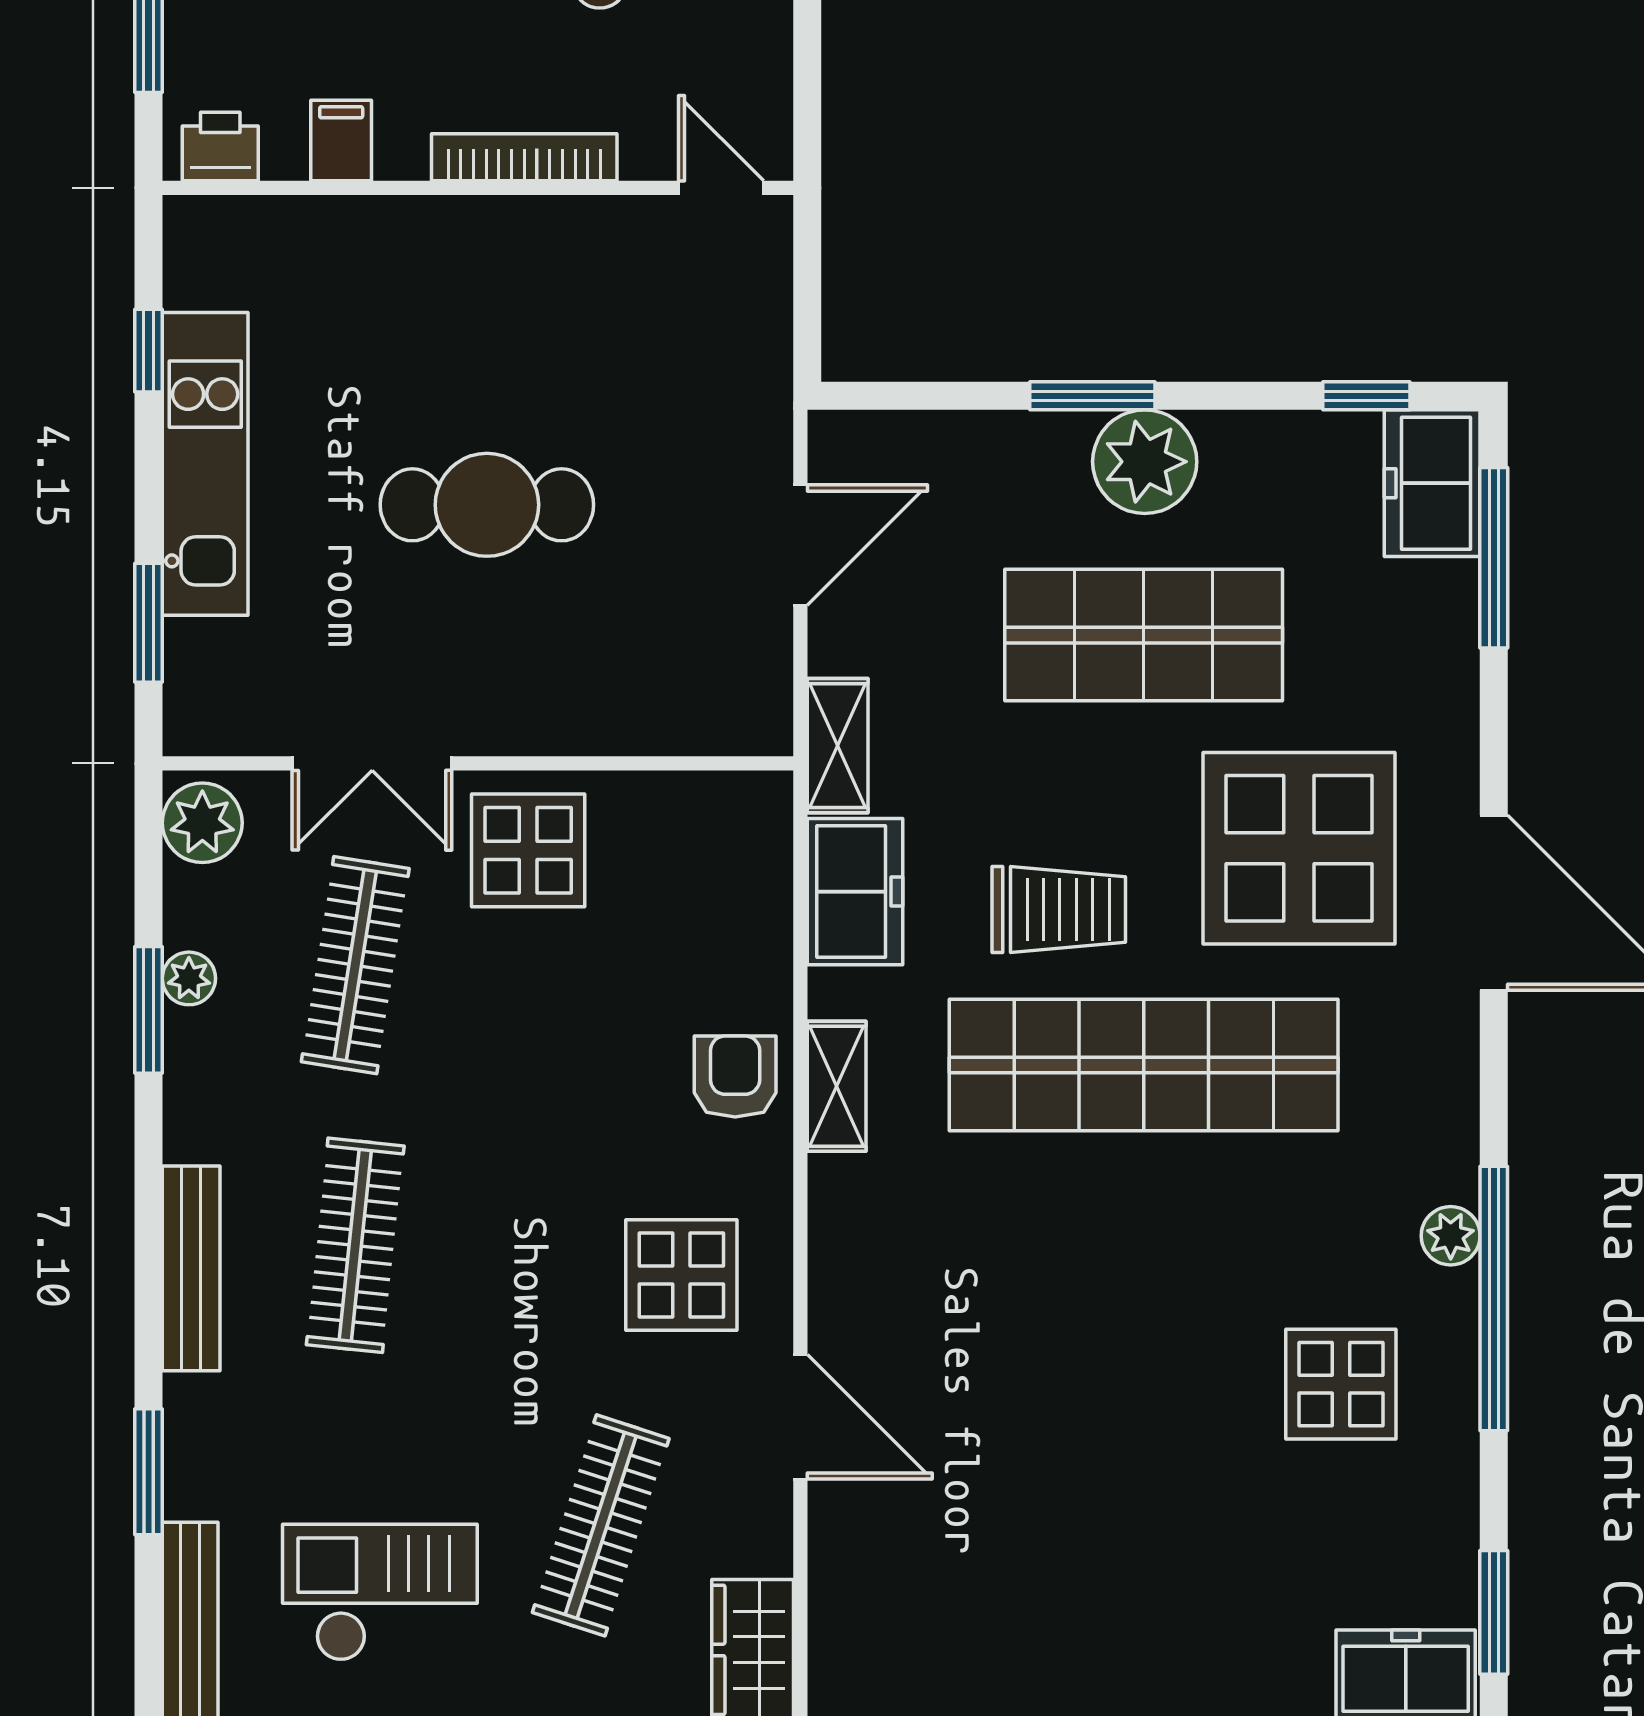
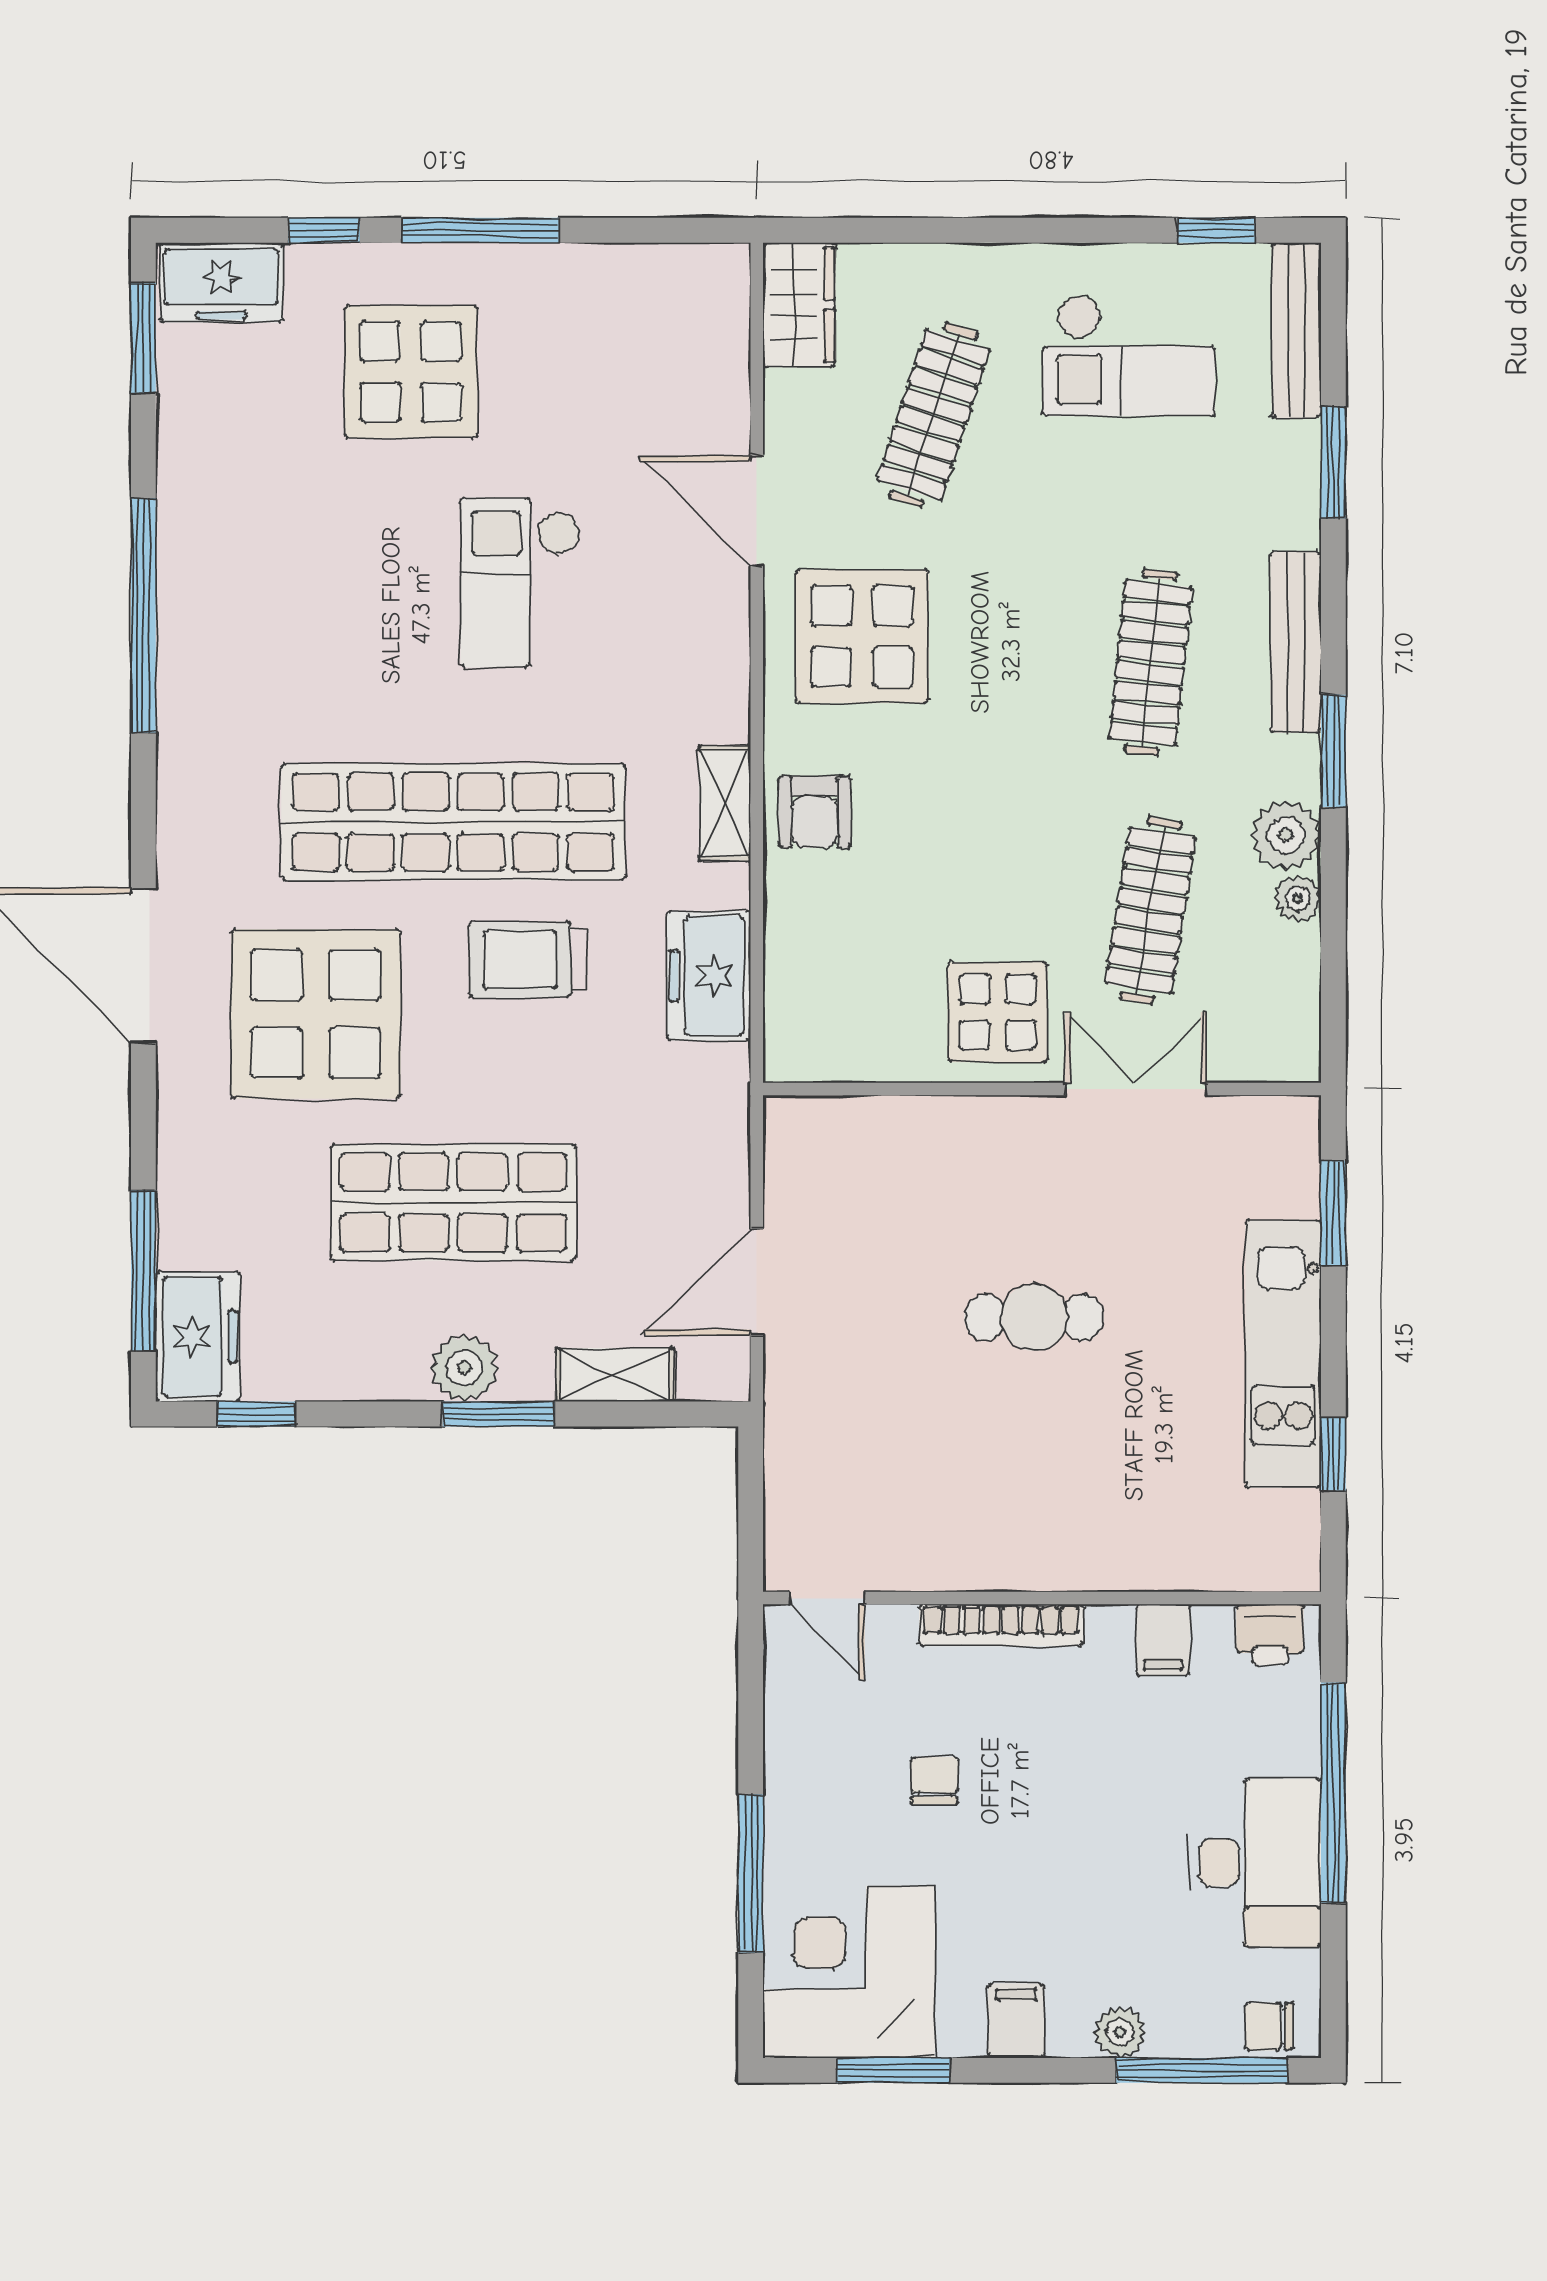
plant: (1145, 462) -> (464, 1368), width x0.73, depth x0.73
cafe table: (487, 505) -> (1034, 1318), width x0.73, depth x0.74
shelving: (838, 746) -> (615, 1375), moved, turned 90
plant: (202, 823) -> (1286, 835), moved
window: (149, 1010) -> (1333, 751), moved
plant: (1451, 1236) -> (182, 671), removed
display table: (681, 1275) -> (862, 636), width x1.36, depth x1.36
checkout: (1068, 1336) -> (520, 582), added
display table: (1341, 1384) -> (411, 372), moved, width x1.36, depth x1.36

